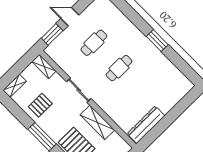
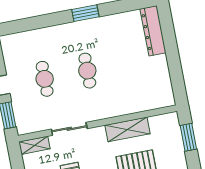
sliding door: (79, 90) -> (69, 129), moved
dresser: (146, 125) -> (153, 31), moved

